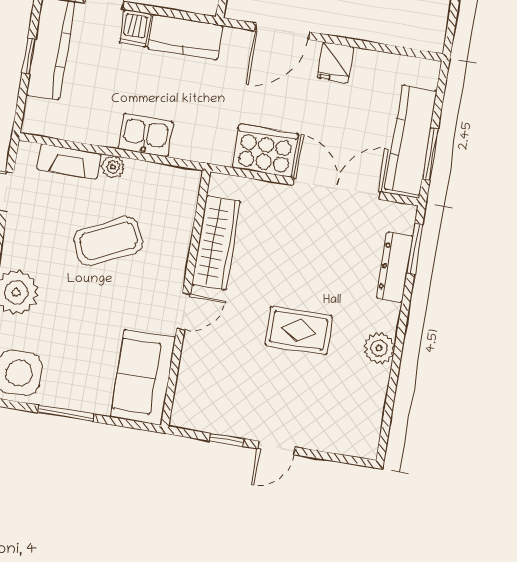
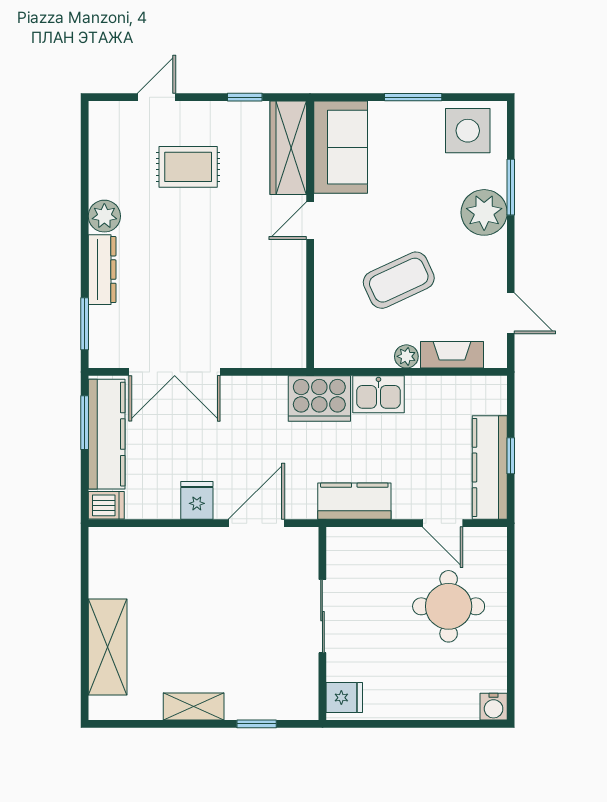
dishwasher: (135, 28) -> (106, 505), moved, turned 90
cooker: (265, 151) -> (319, 398), moved
wardrobe: (216, 243) -> (288, 148), moved
dresser: (395, 267) -> (102, 270), moved
rug: (299, 331) -> (188, 167), moved
door: (277, 448) -> (156, 97), moved

